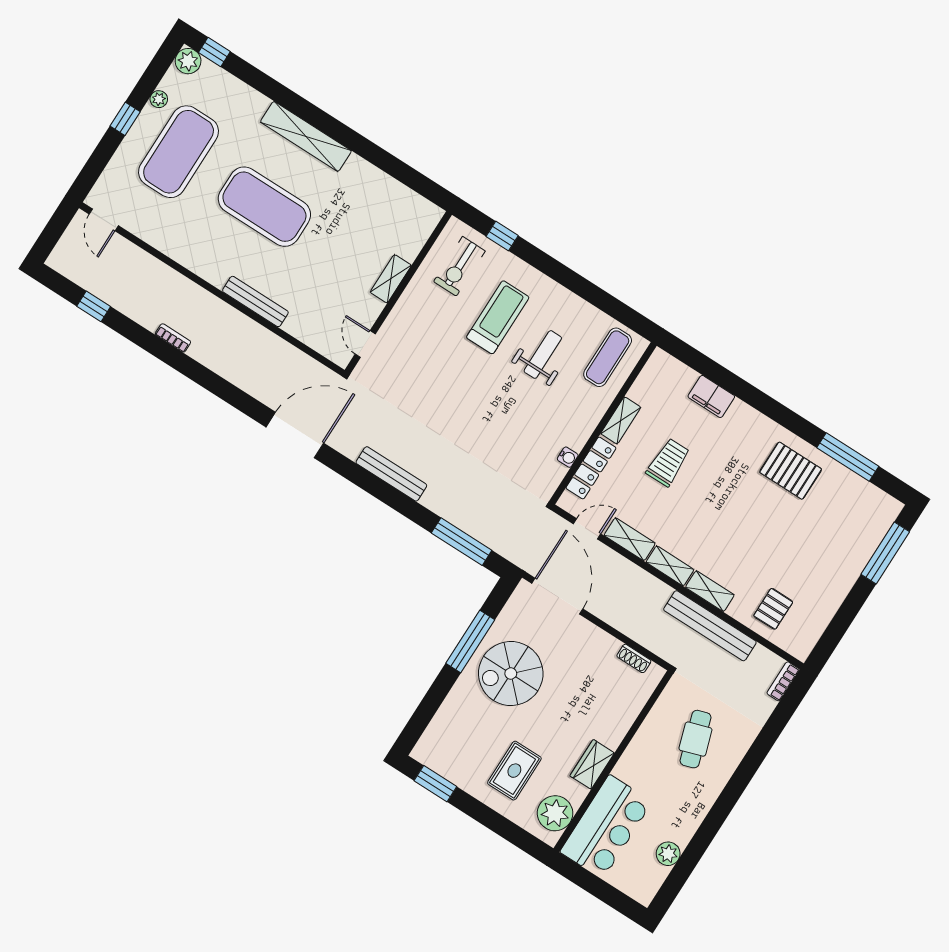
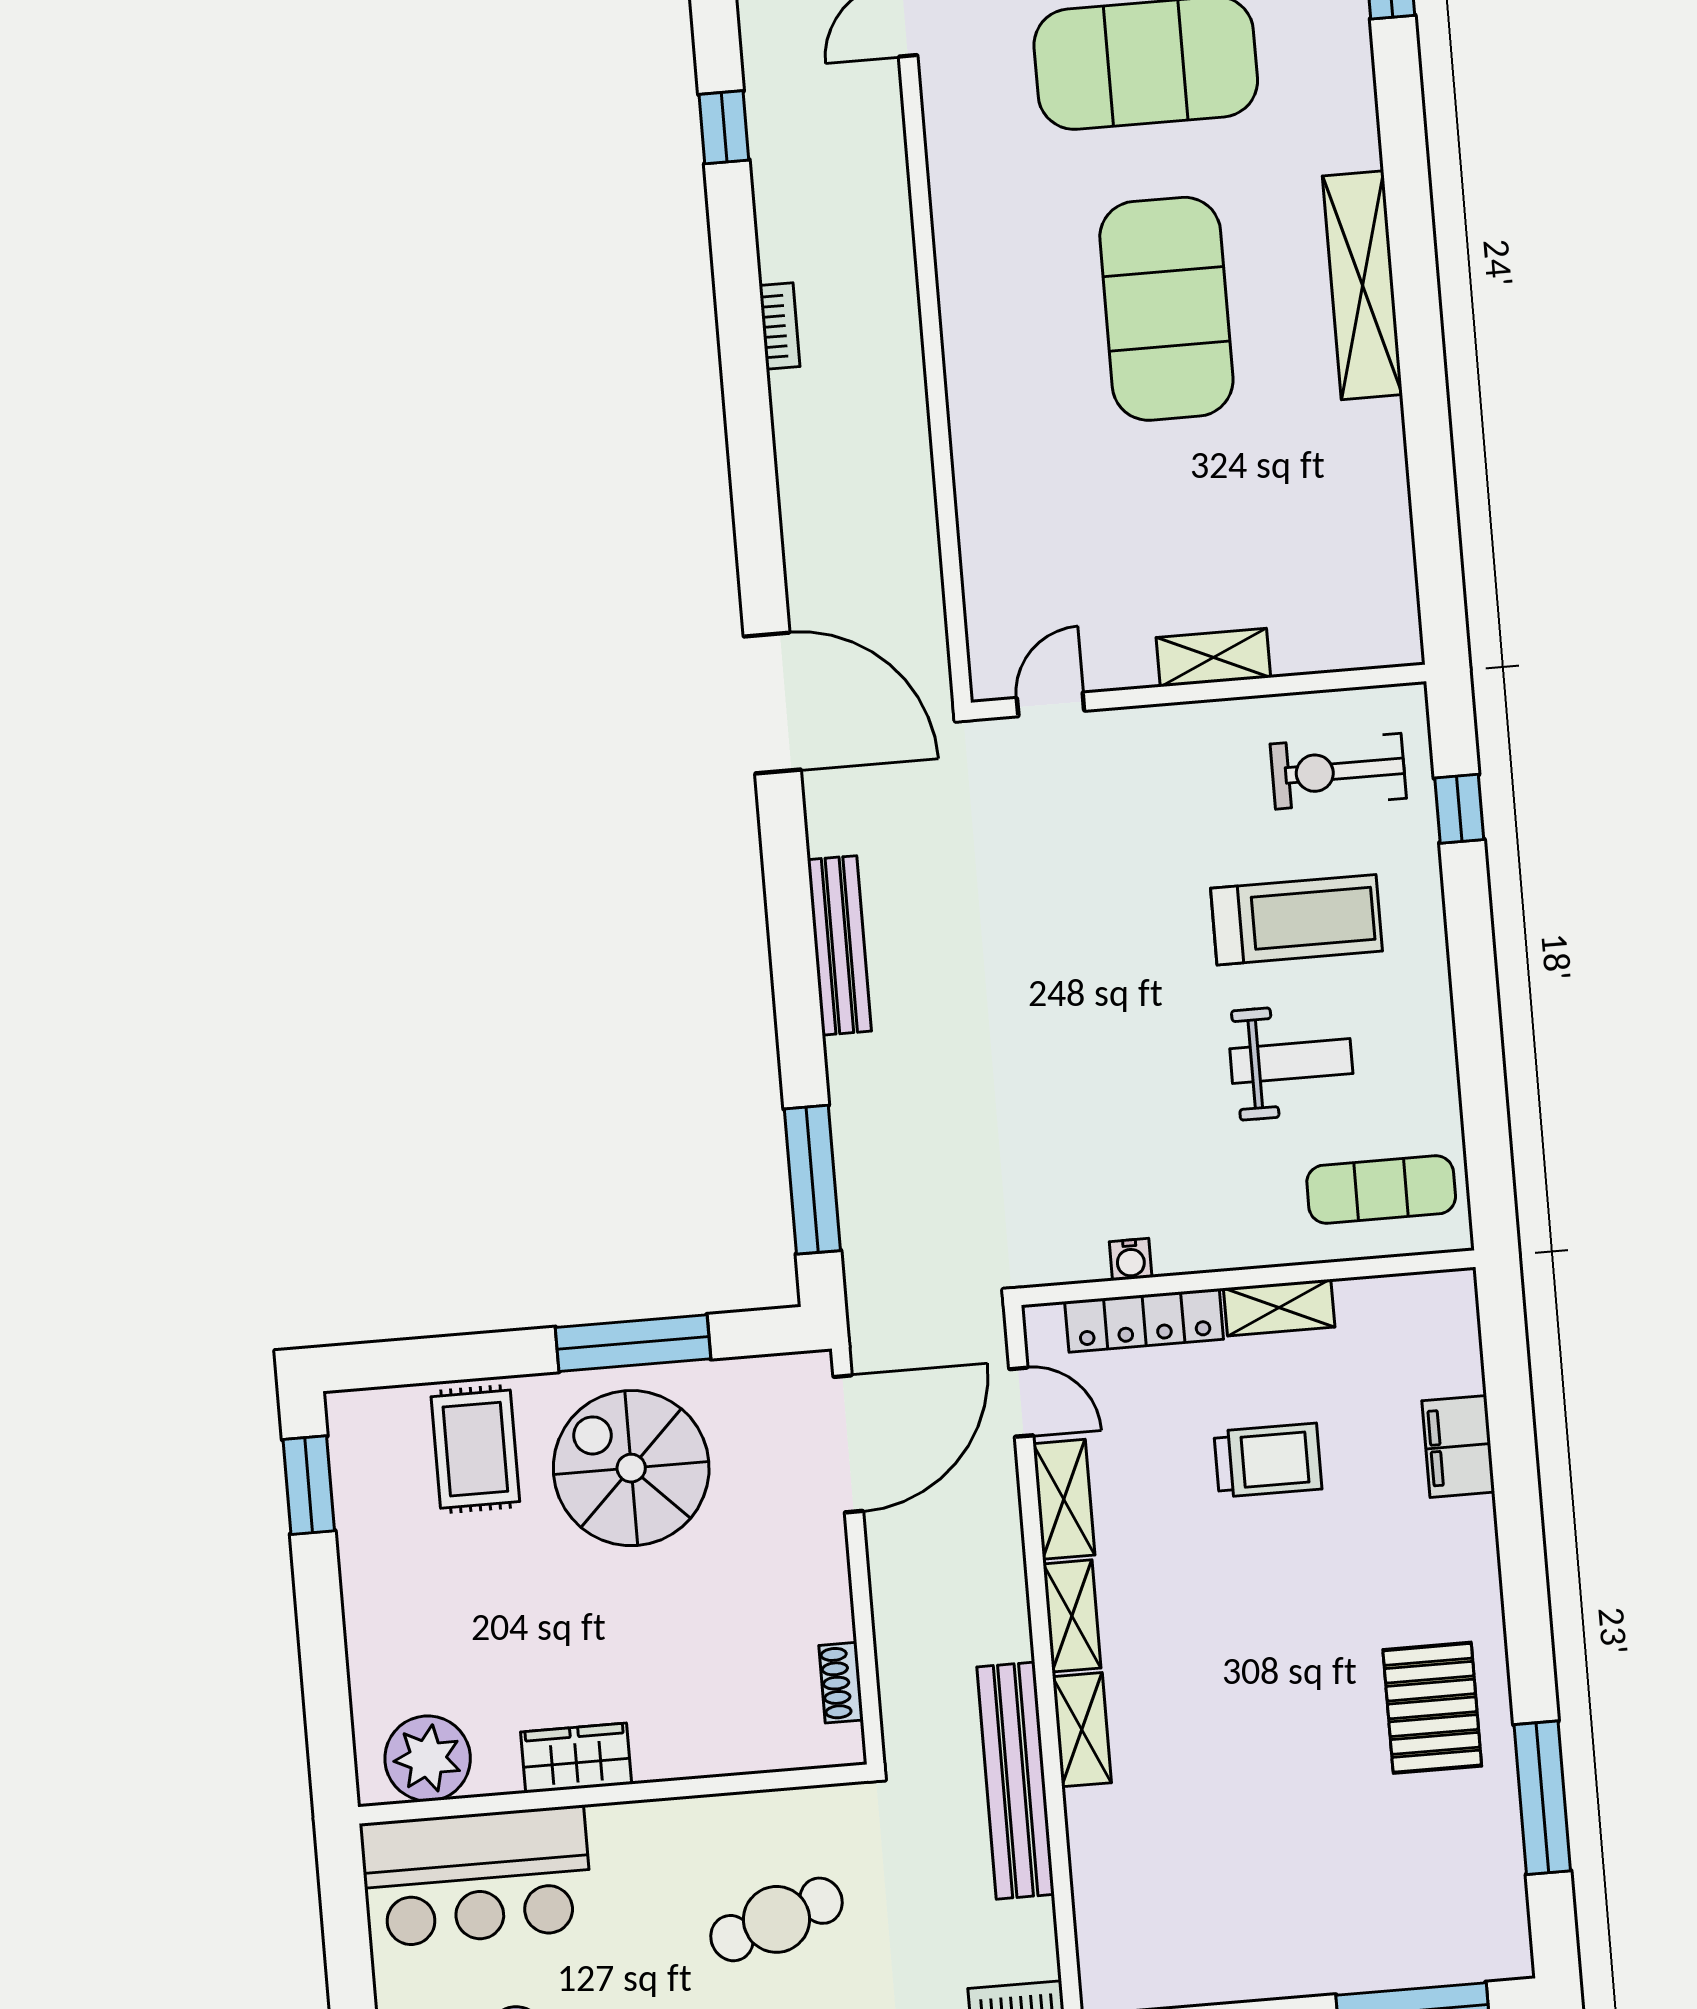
bench: (255, 301) -> (971, 431), removed
pallet: (773, 609) -> (1141, 1877), removed
rug: (514, 771) -> (475, 1449), moved, turned 90

